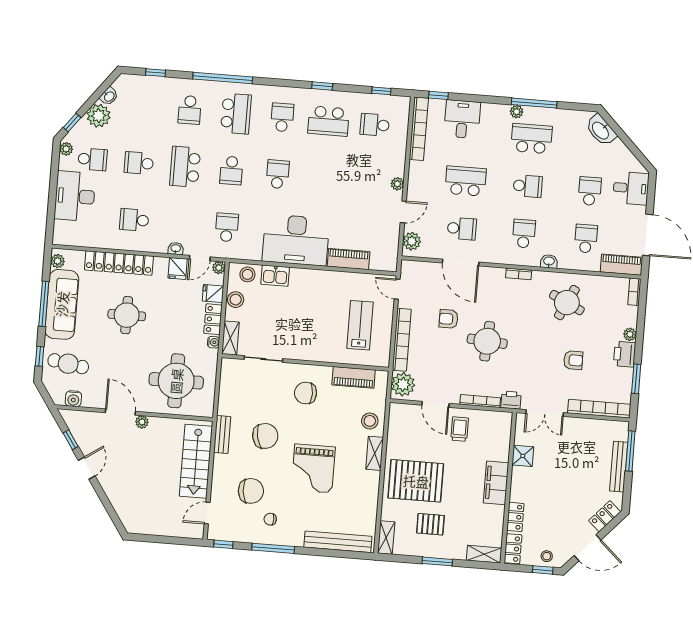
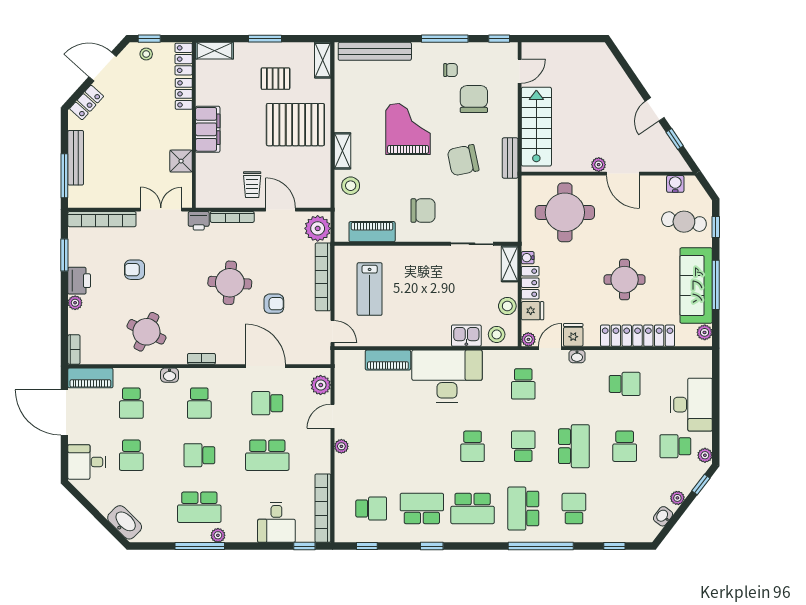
plant: (99, 116) -> (677, 498), width x0.53, depth x0.53
school desk: (282, 117) -> (473, 509), width x1.85
school desk: (139, 163) -> (625, 446), turned 90
chair: (251, 491) -> (474, 99), turned 96

